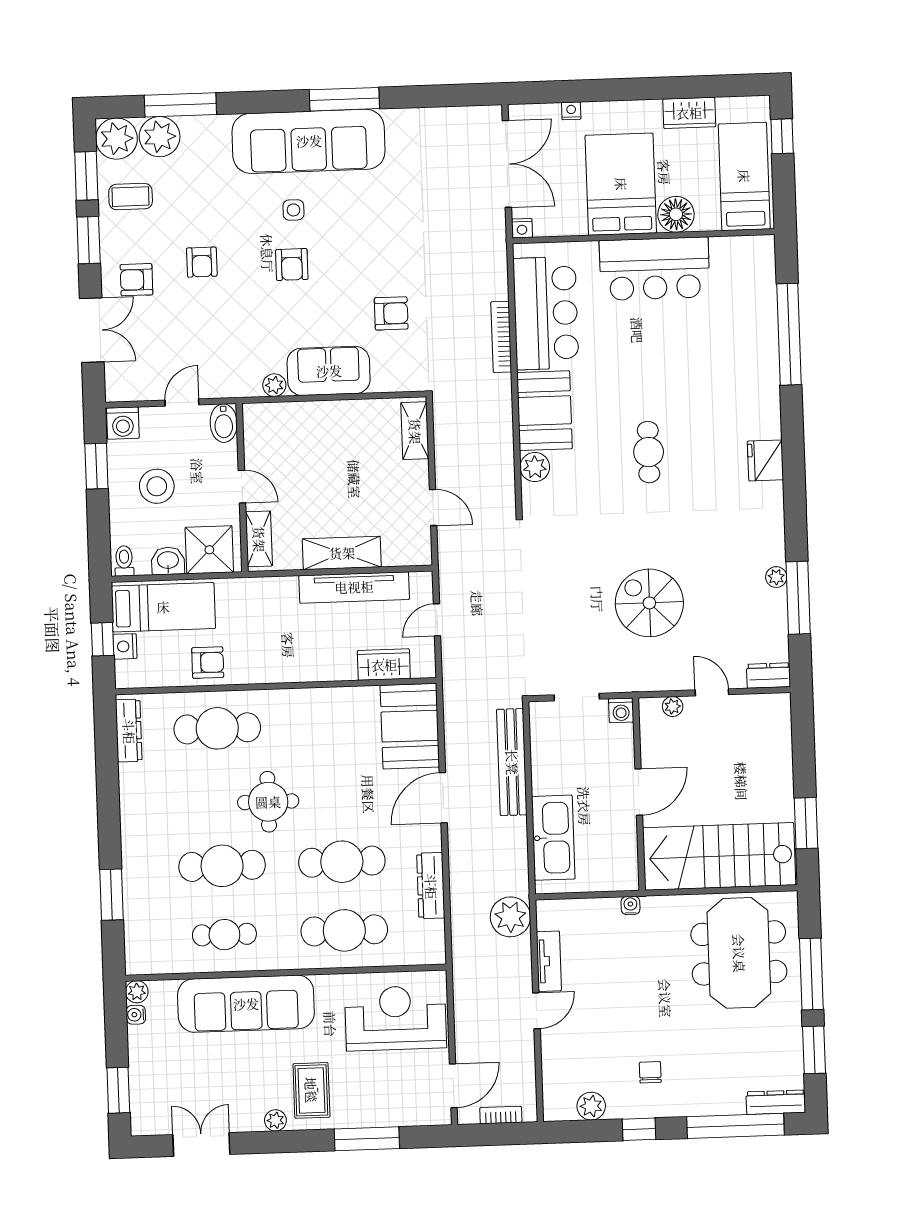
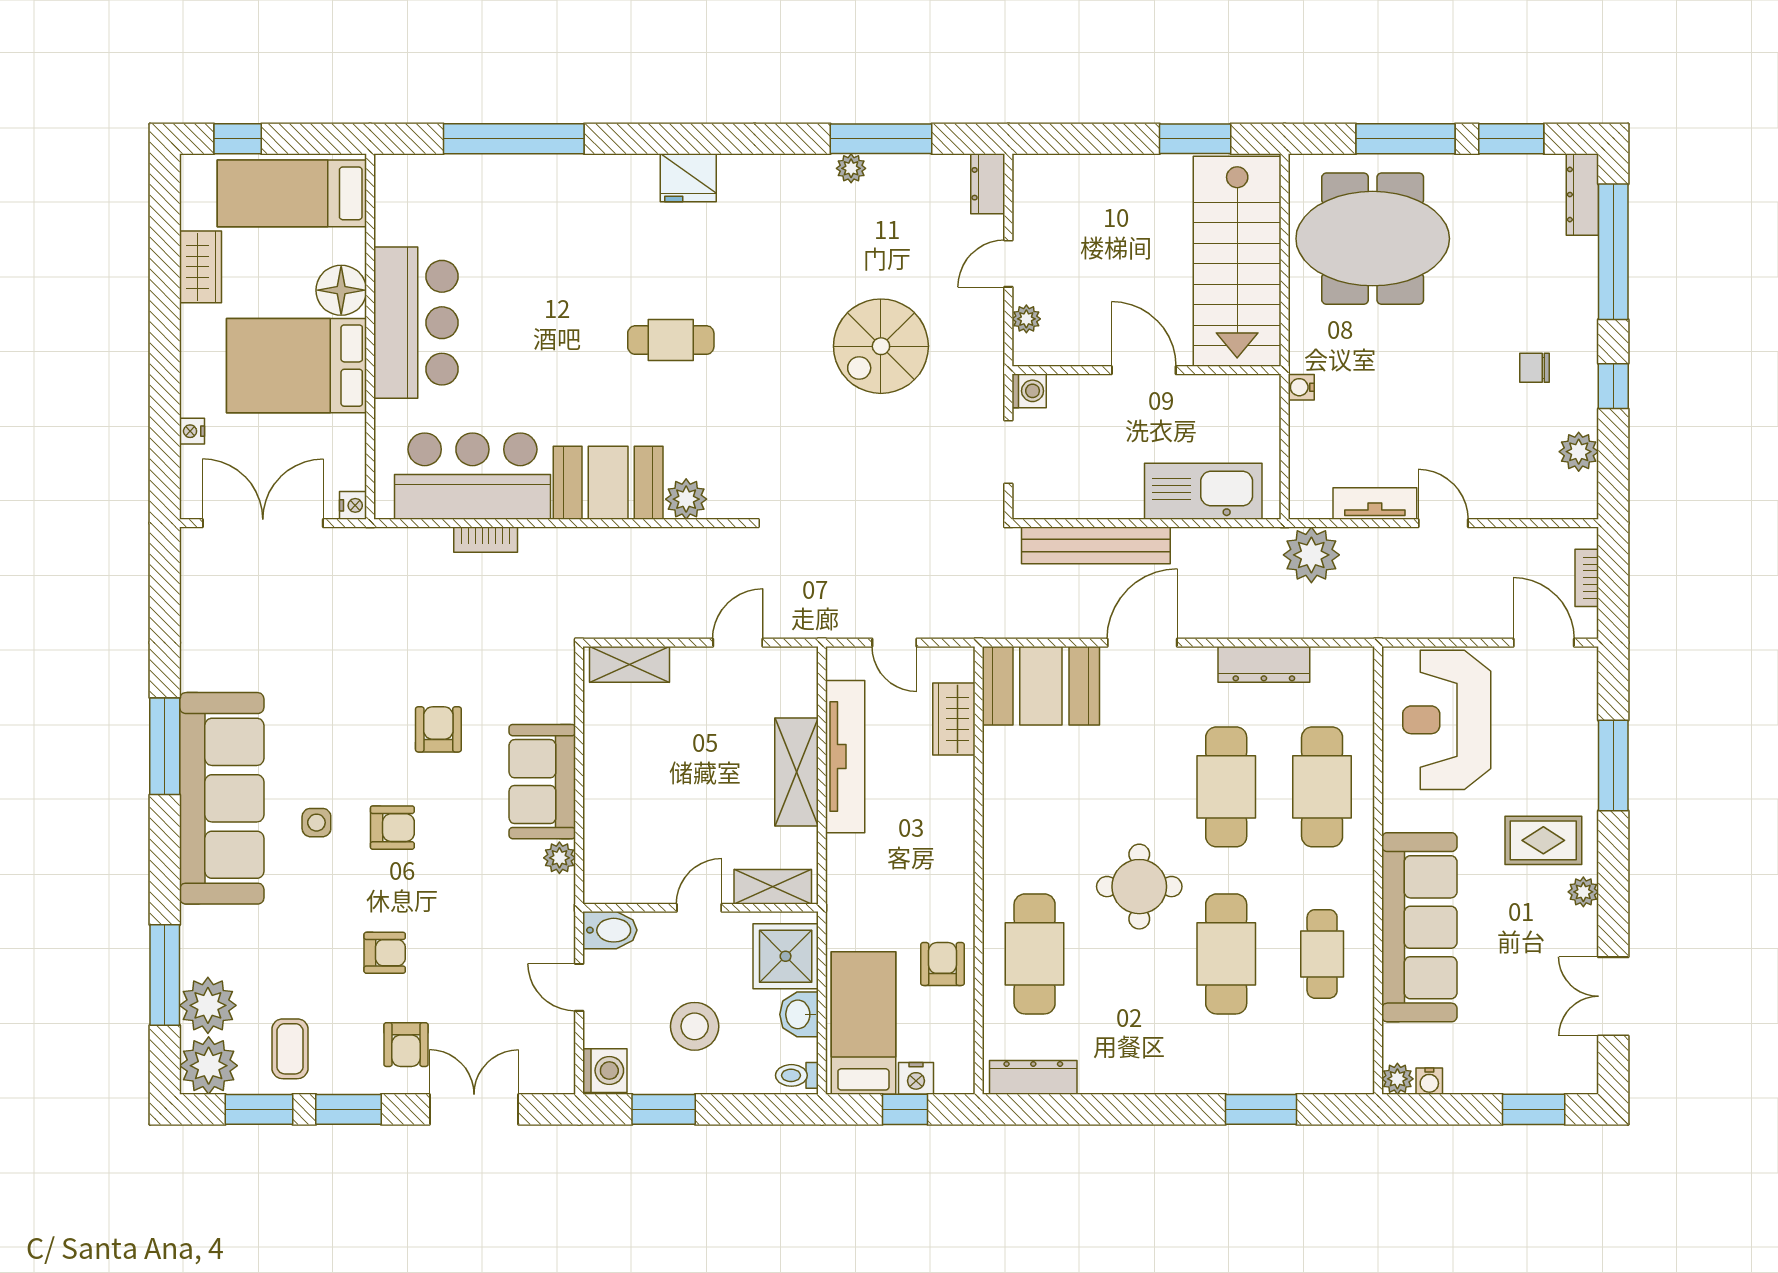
armchair: (391, 313) -> (438, 729), moved
bookcase: (501, 337) -> (486, 540), width x0.64
door: (443, 798) -> (1142, 643), swing flipped

